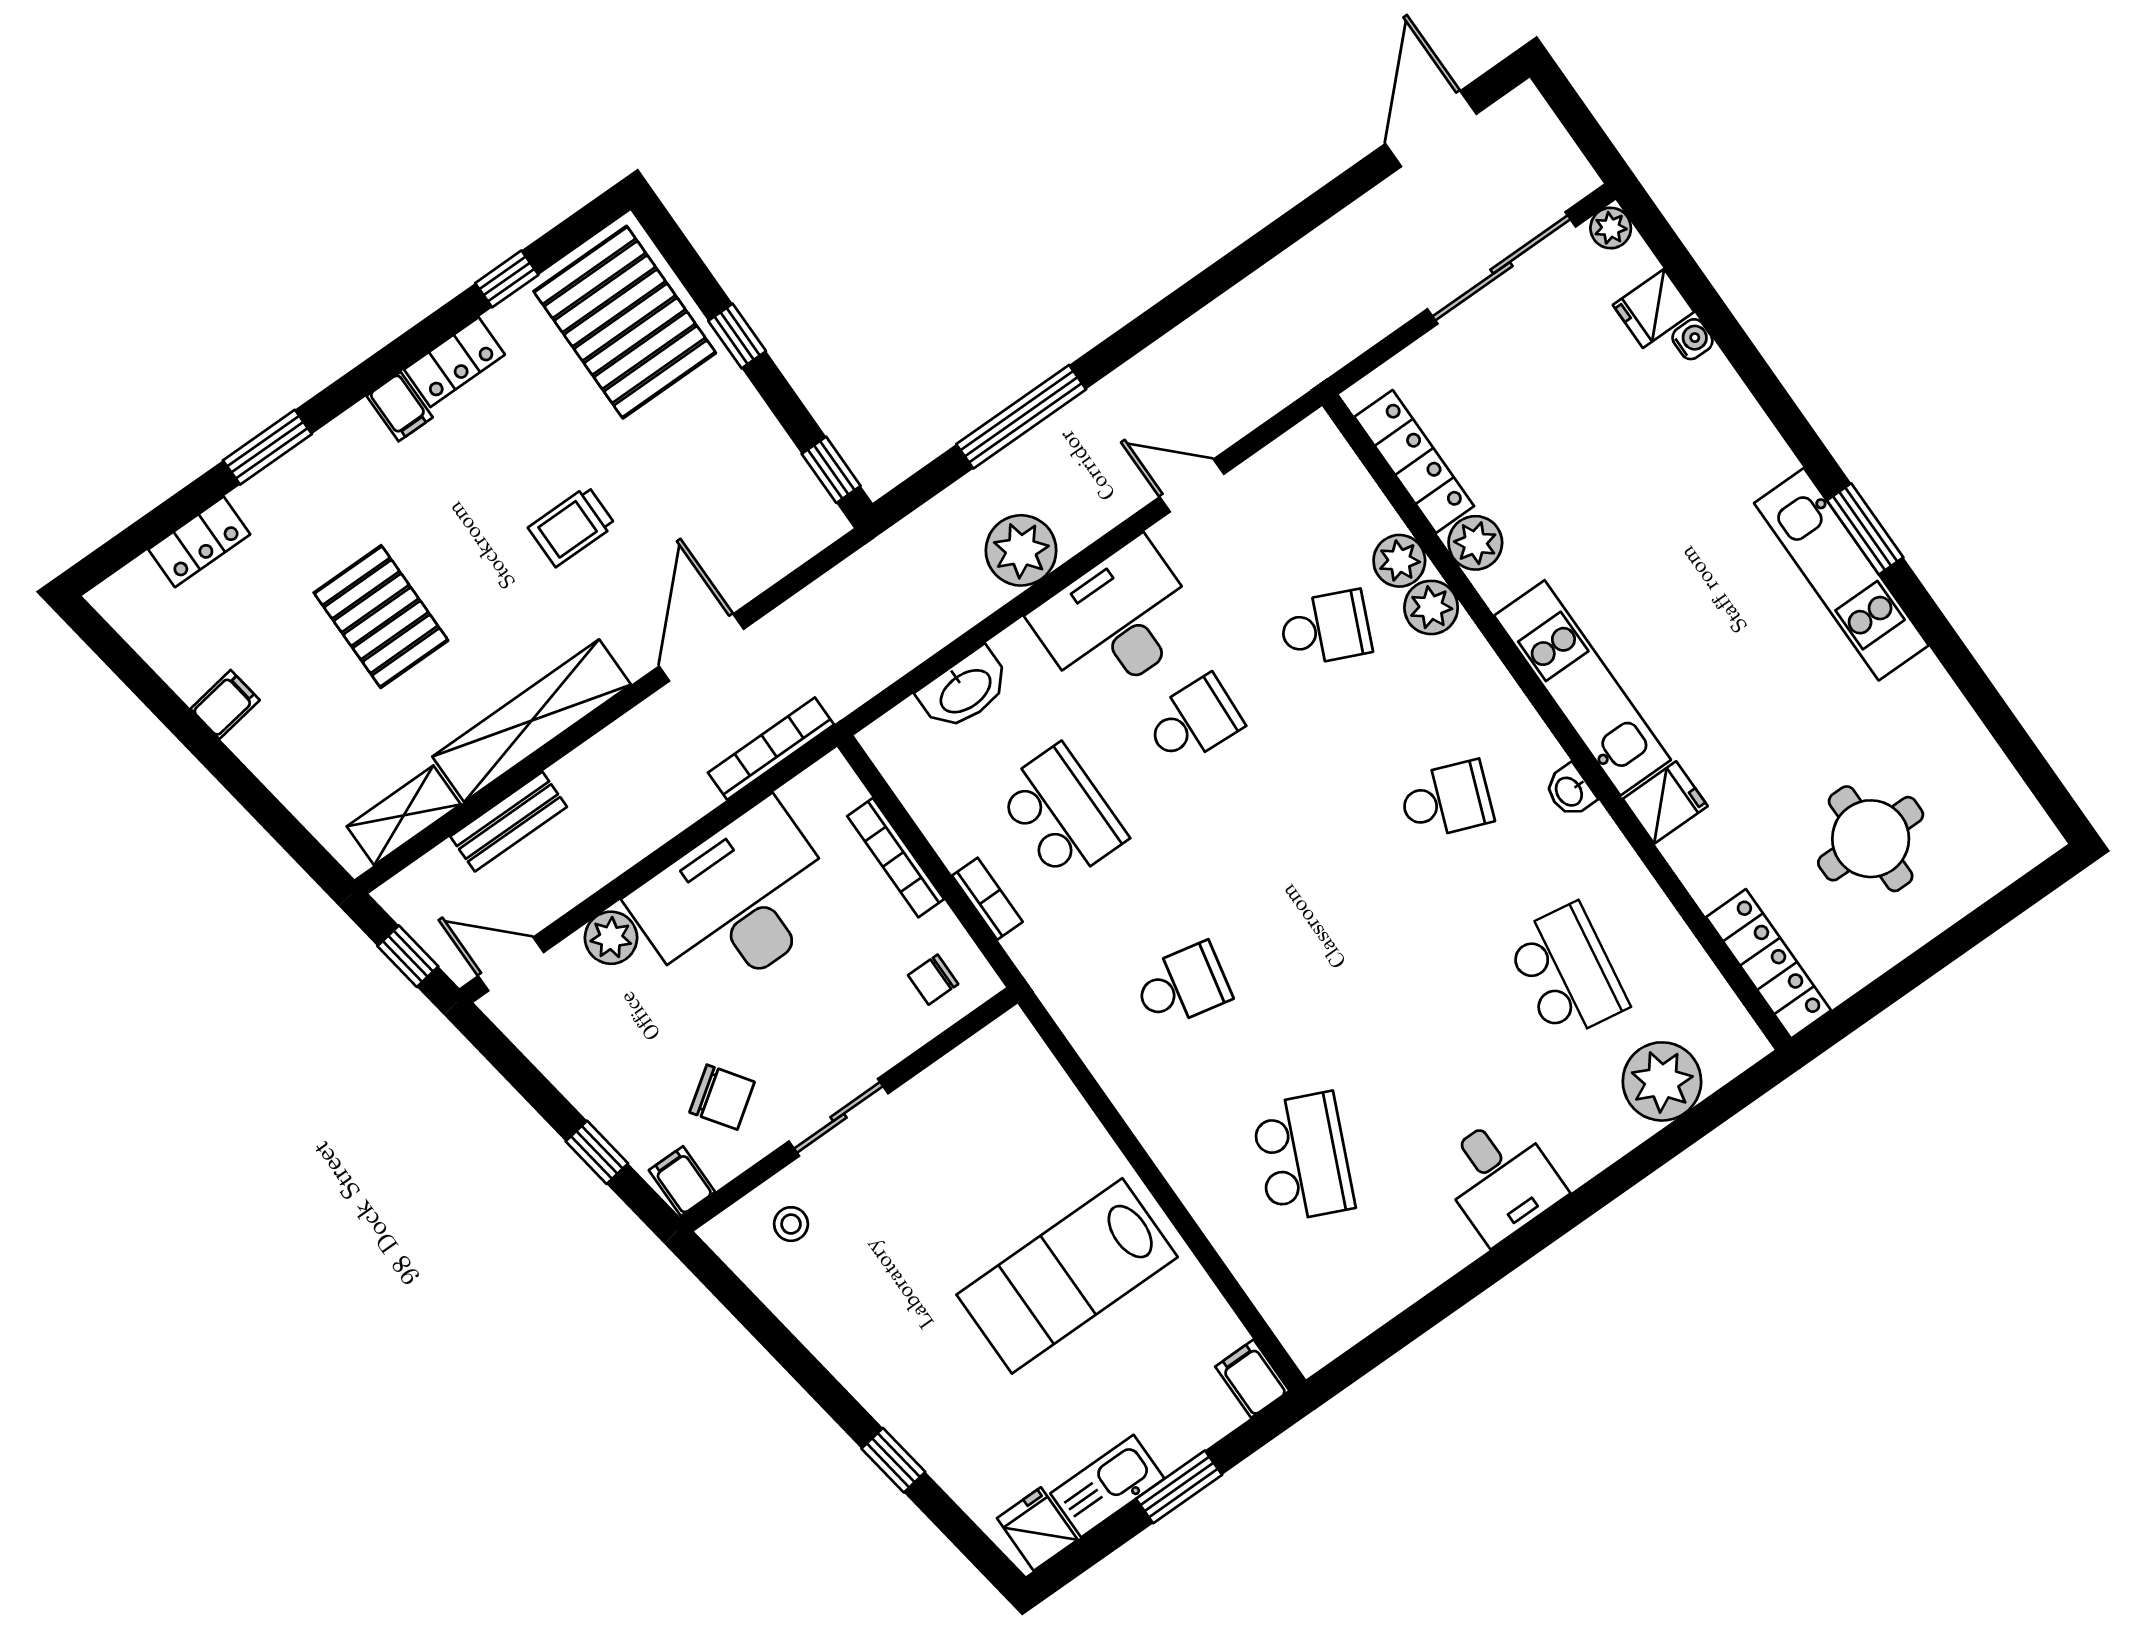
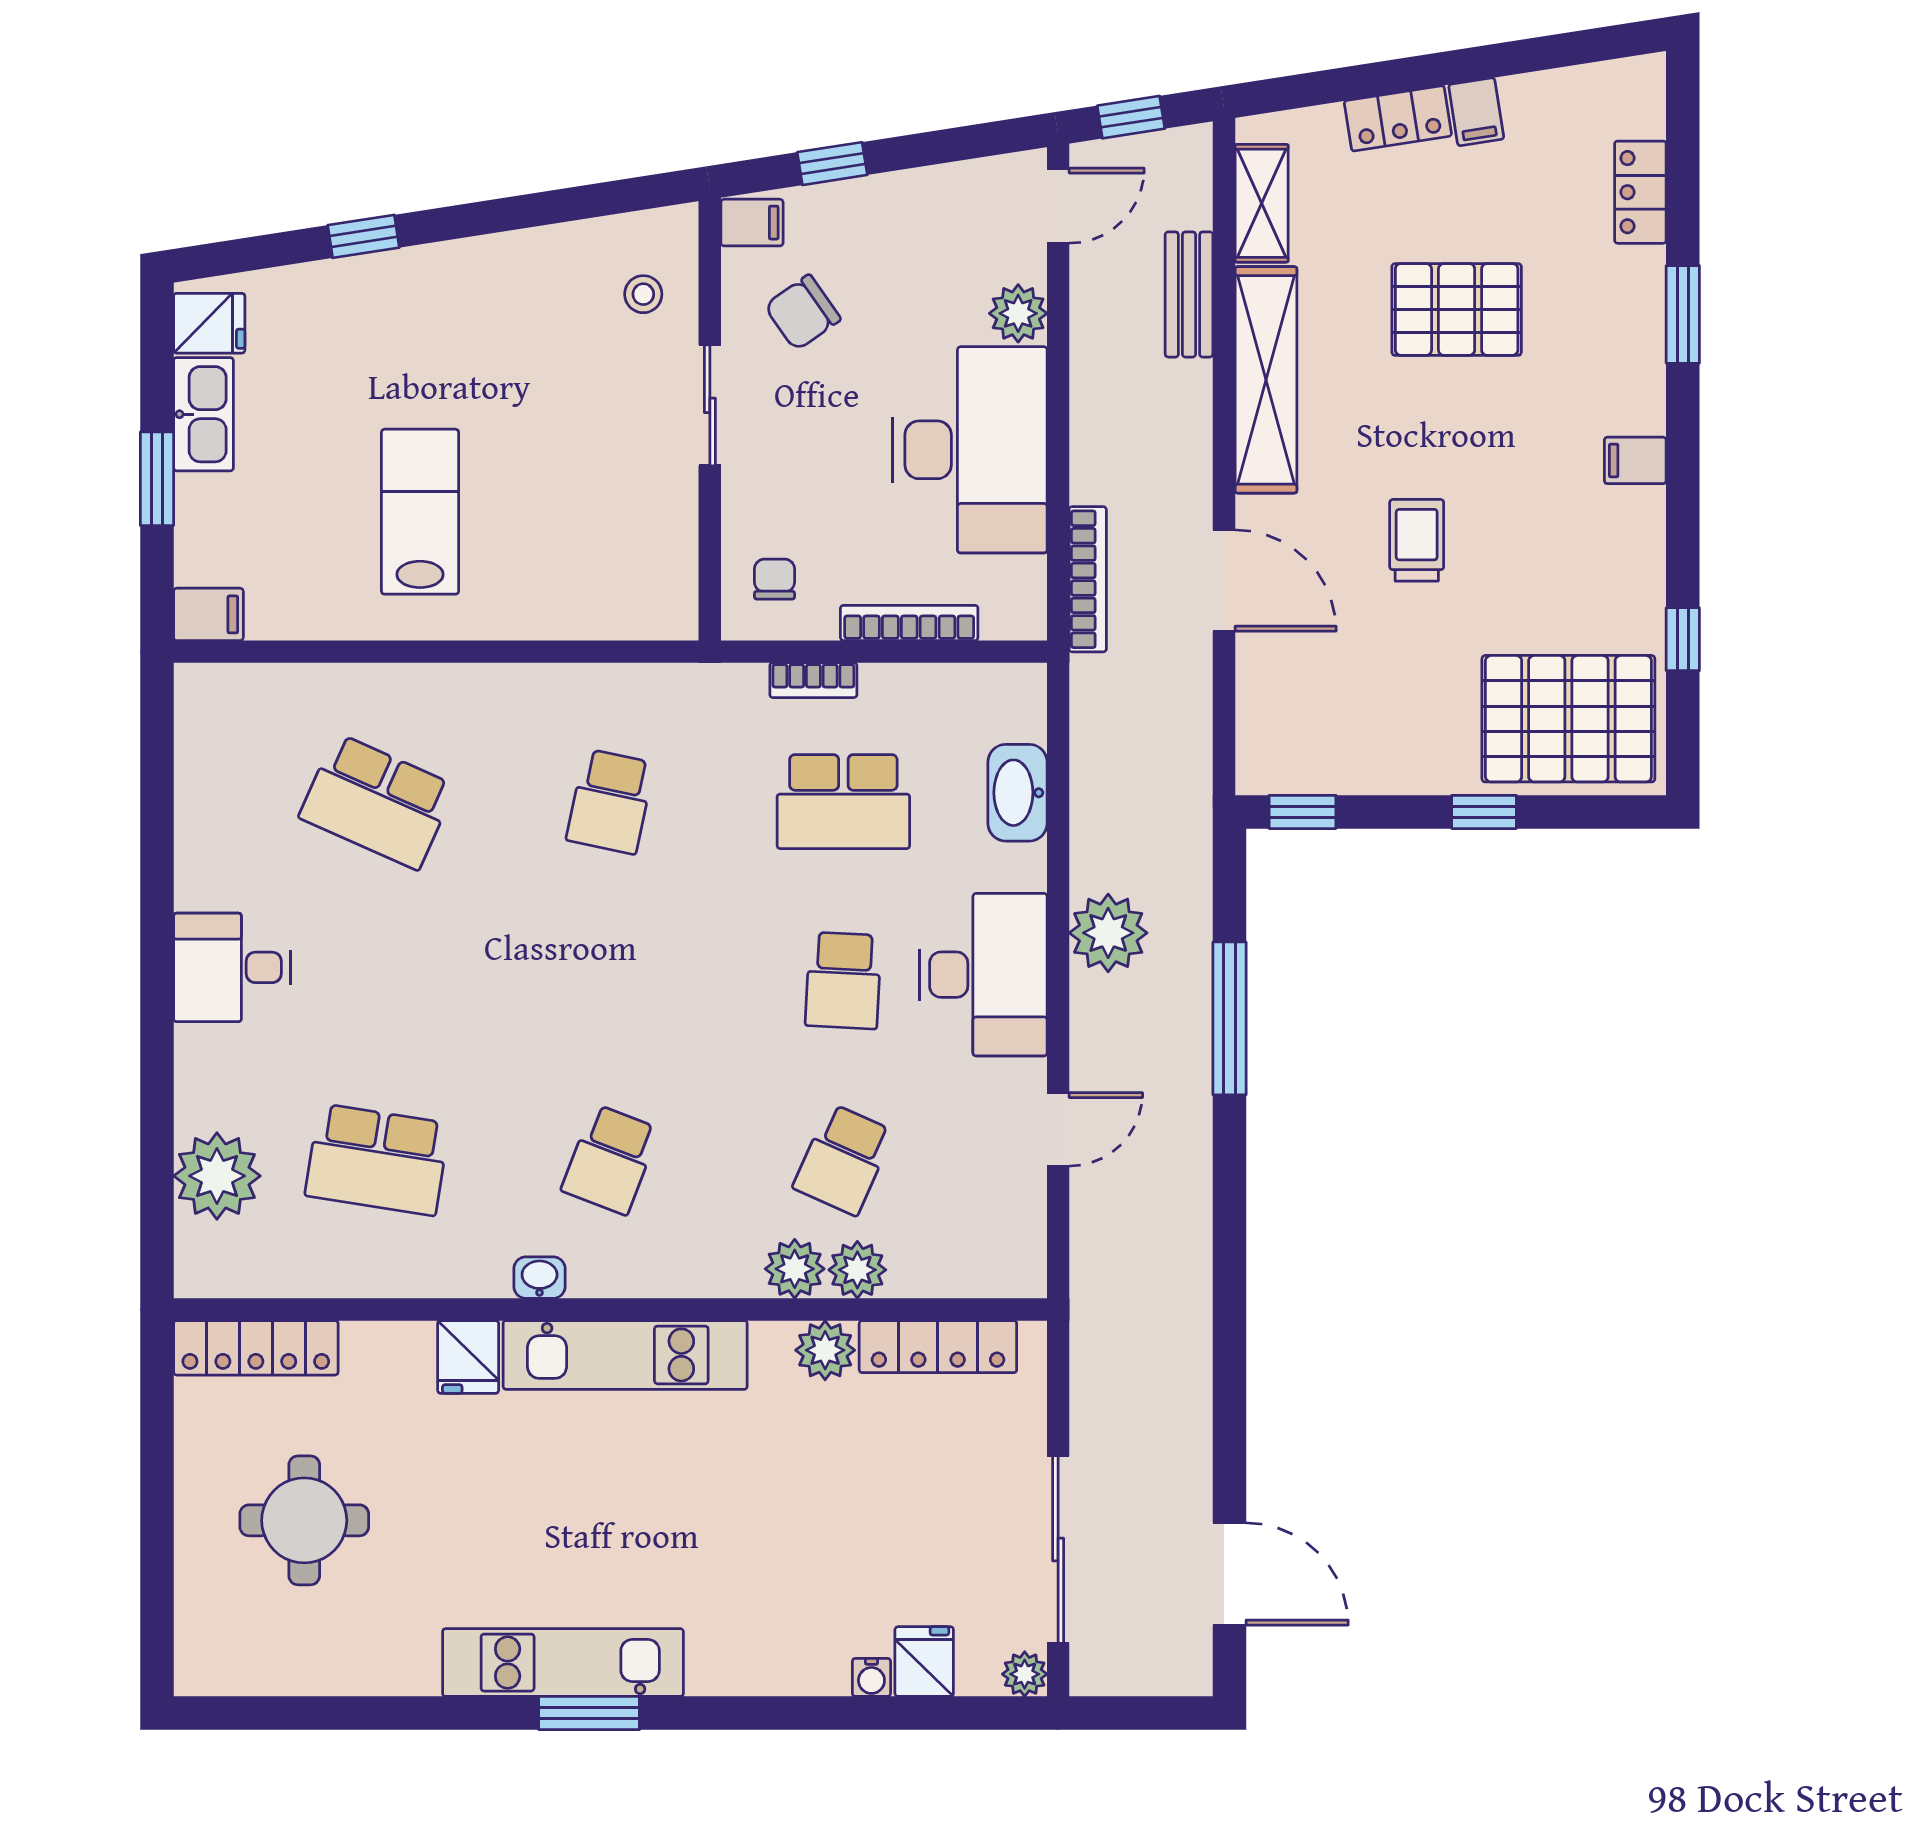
locker: (455, 362) -> (1398, 118), moved, turned -99
lab bench: (1067, 1276) -> (420, 512), width x0.73, depth x0.72

